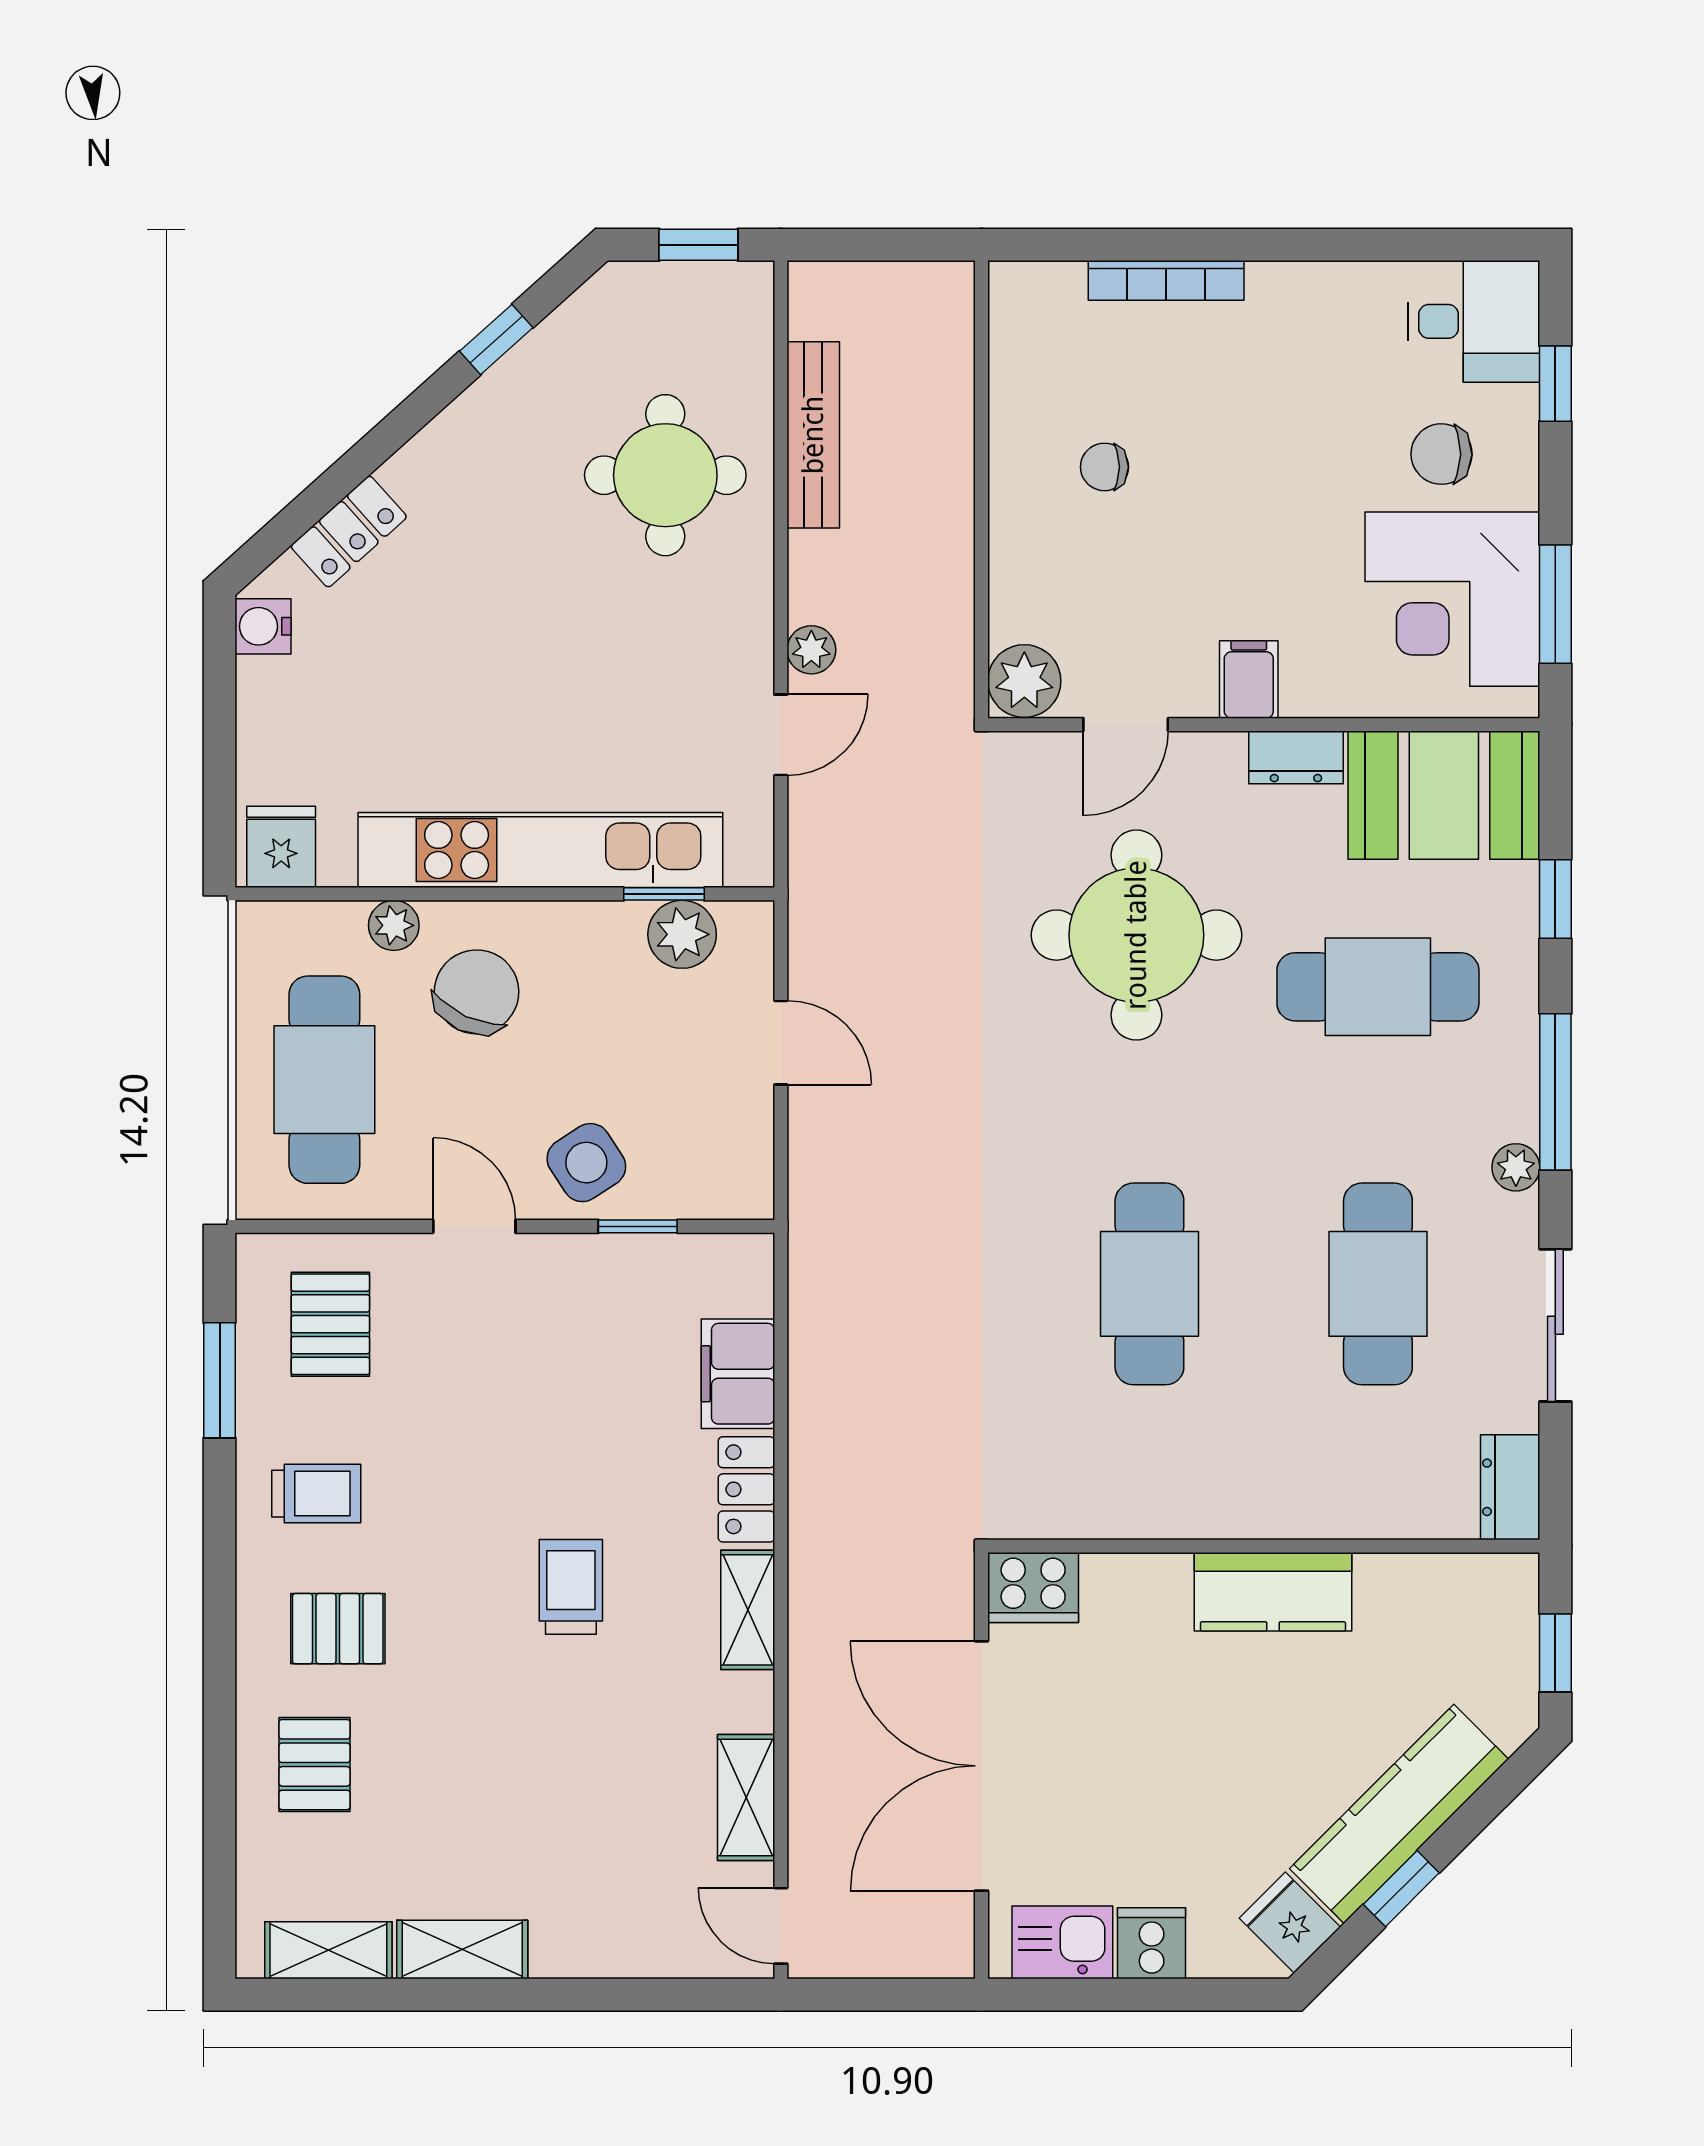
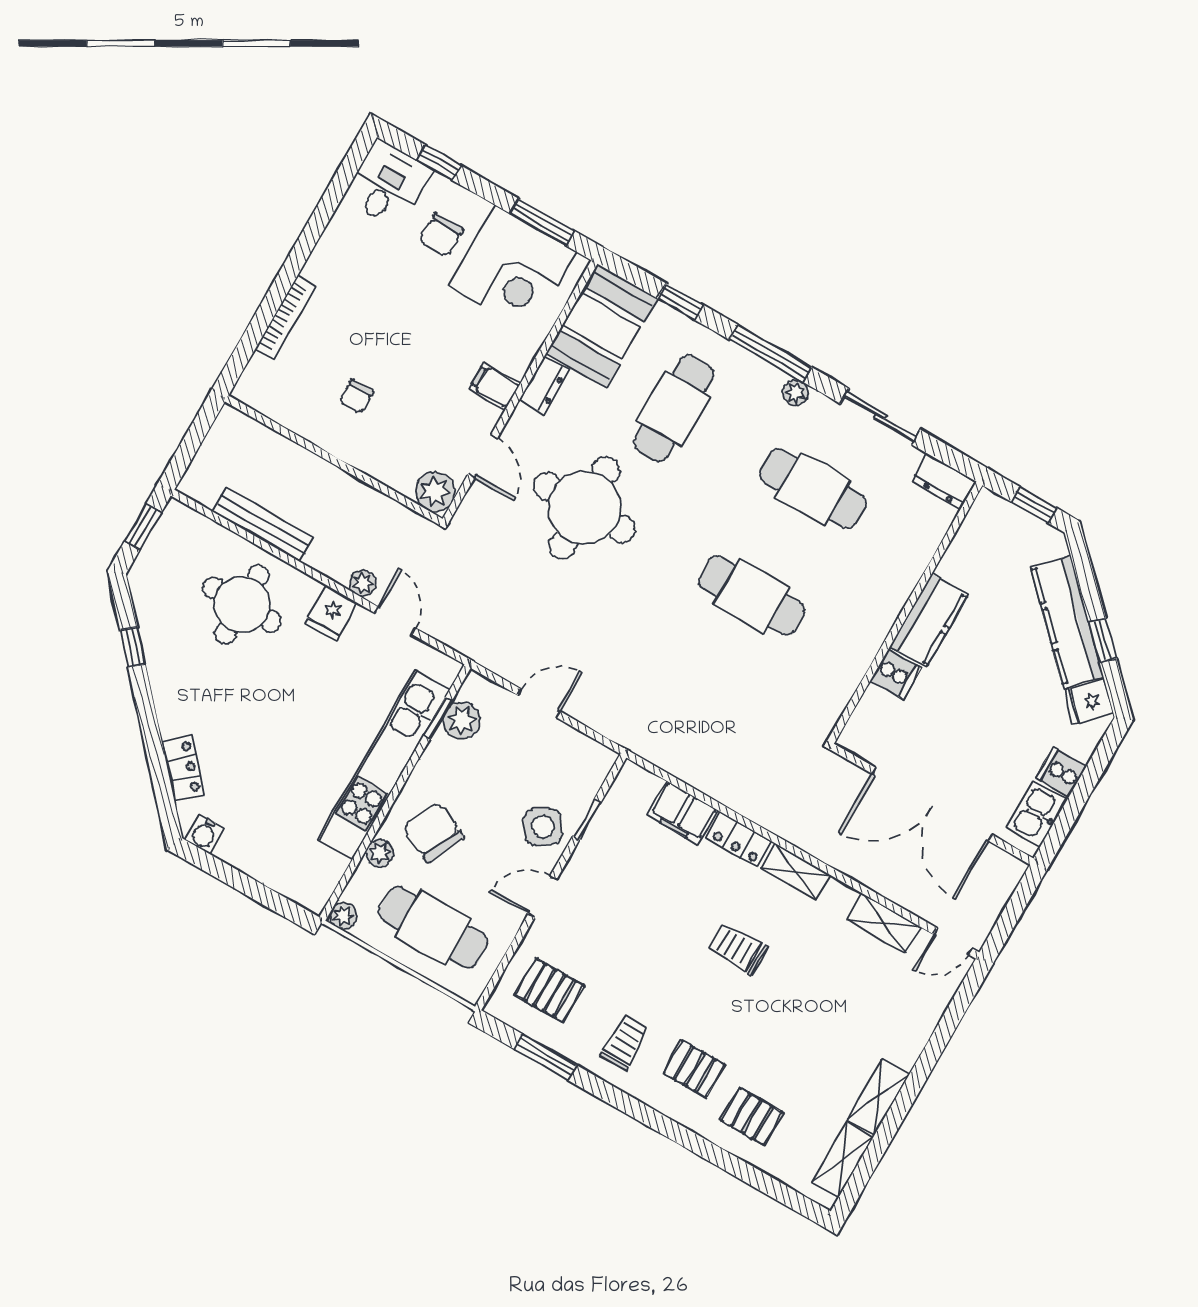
fridge: (281, 847) -> (331, 613), moved, turned -90
plant: (260, 925) -> (343, 916), added
cooker: (1033, 1587) -> (895, 674), moved, width x0.73
pallet: (338, 1629) -> (694, 1069), turned 90

